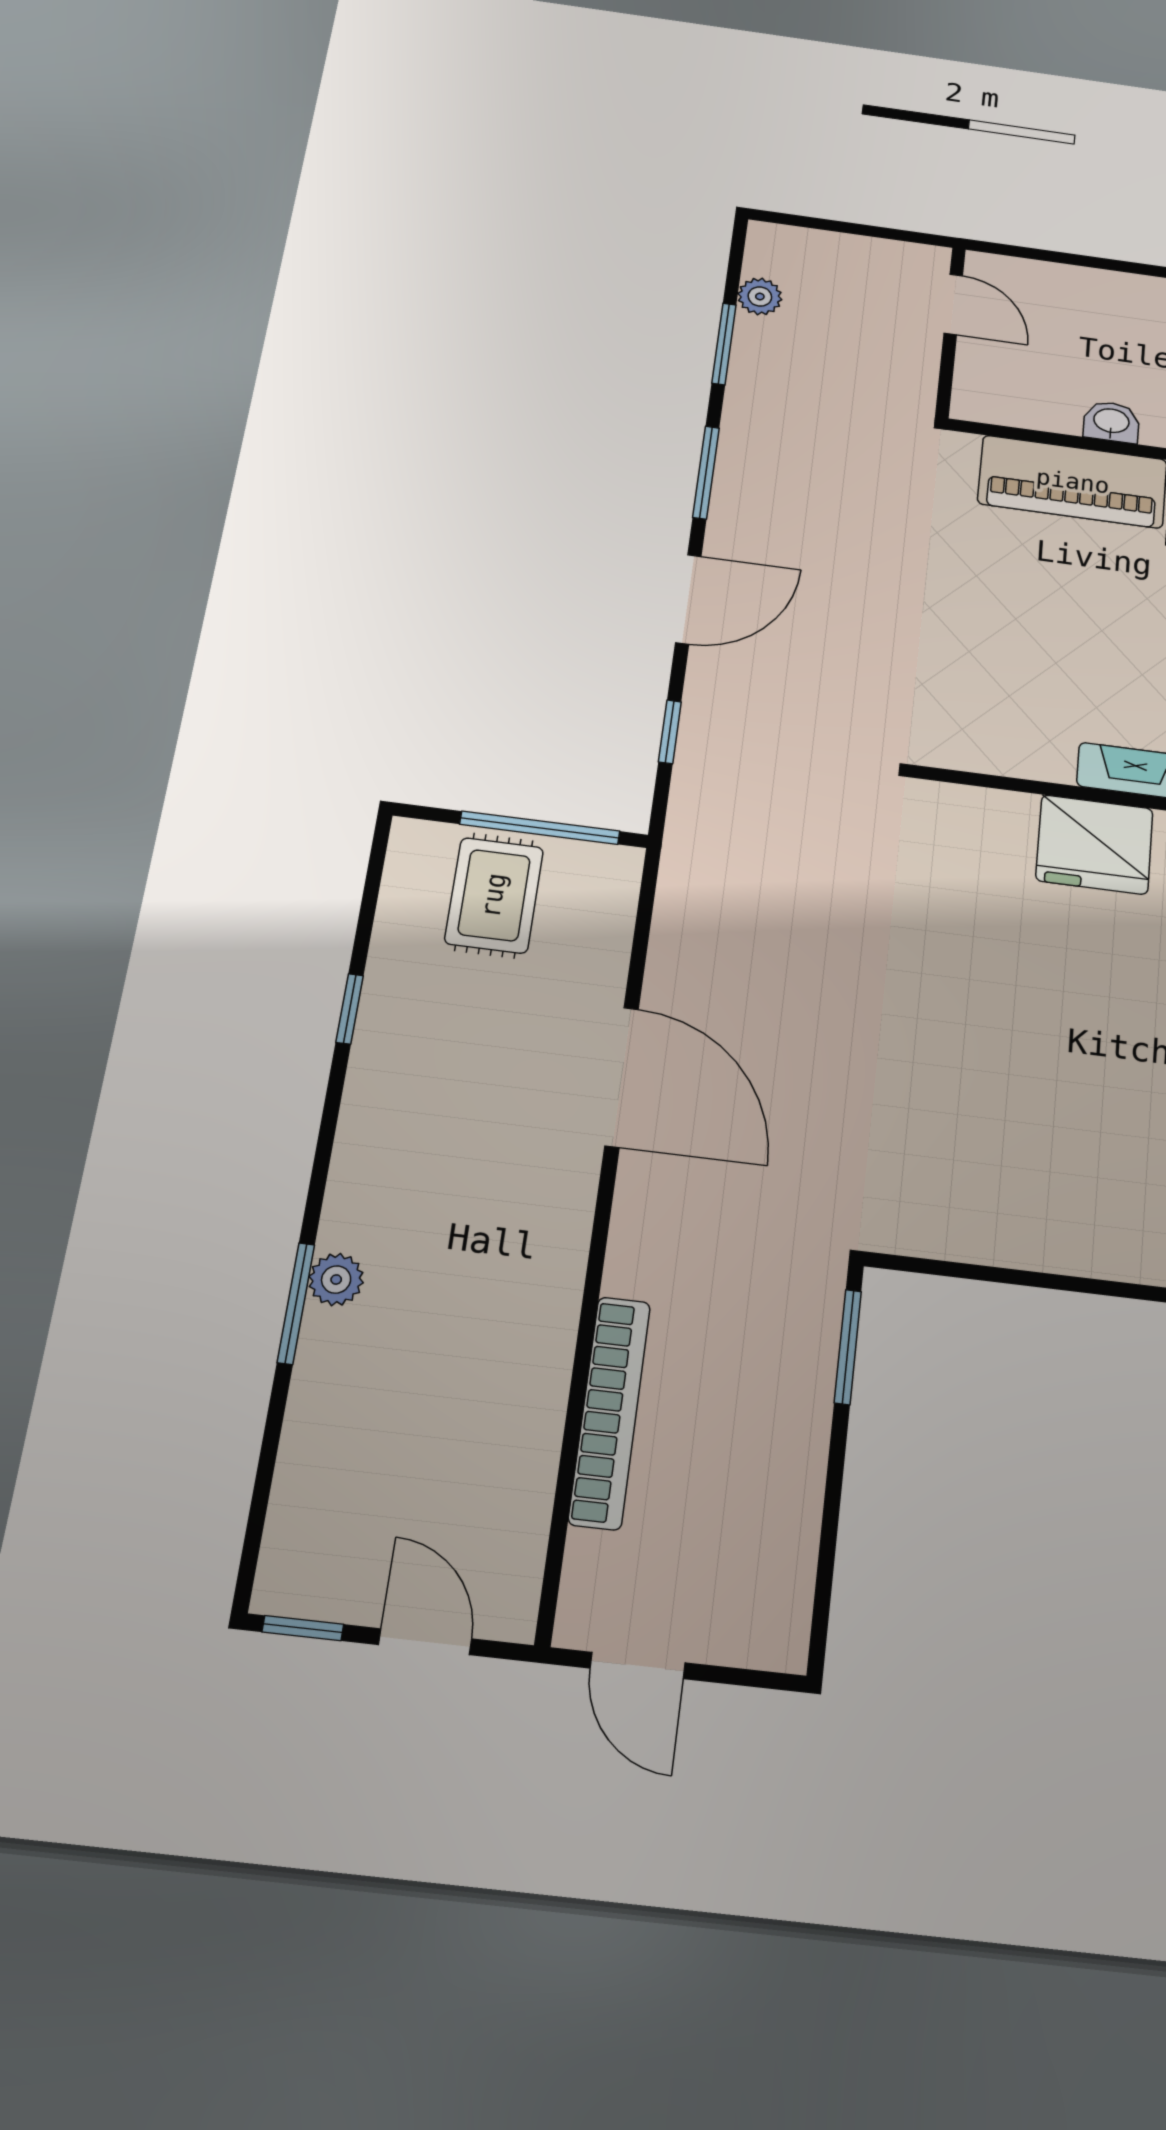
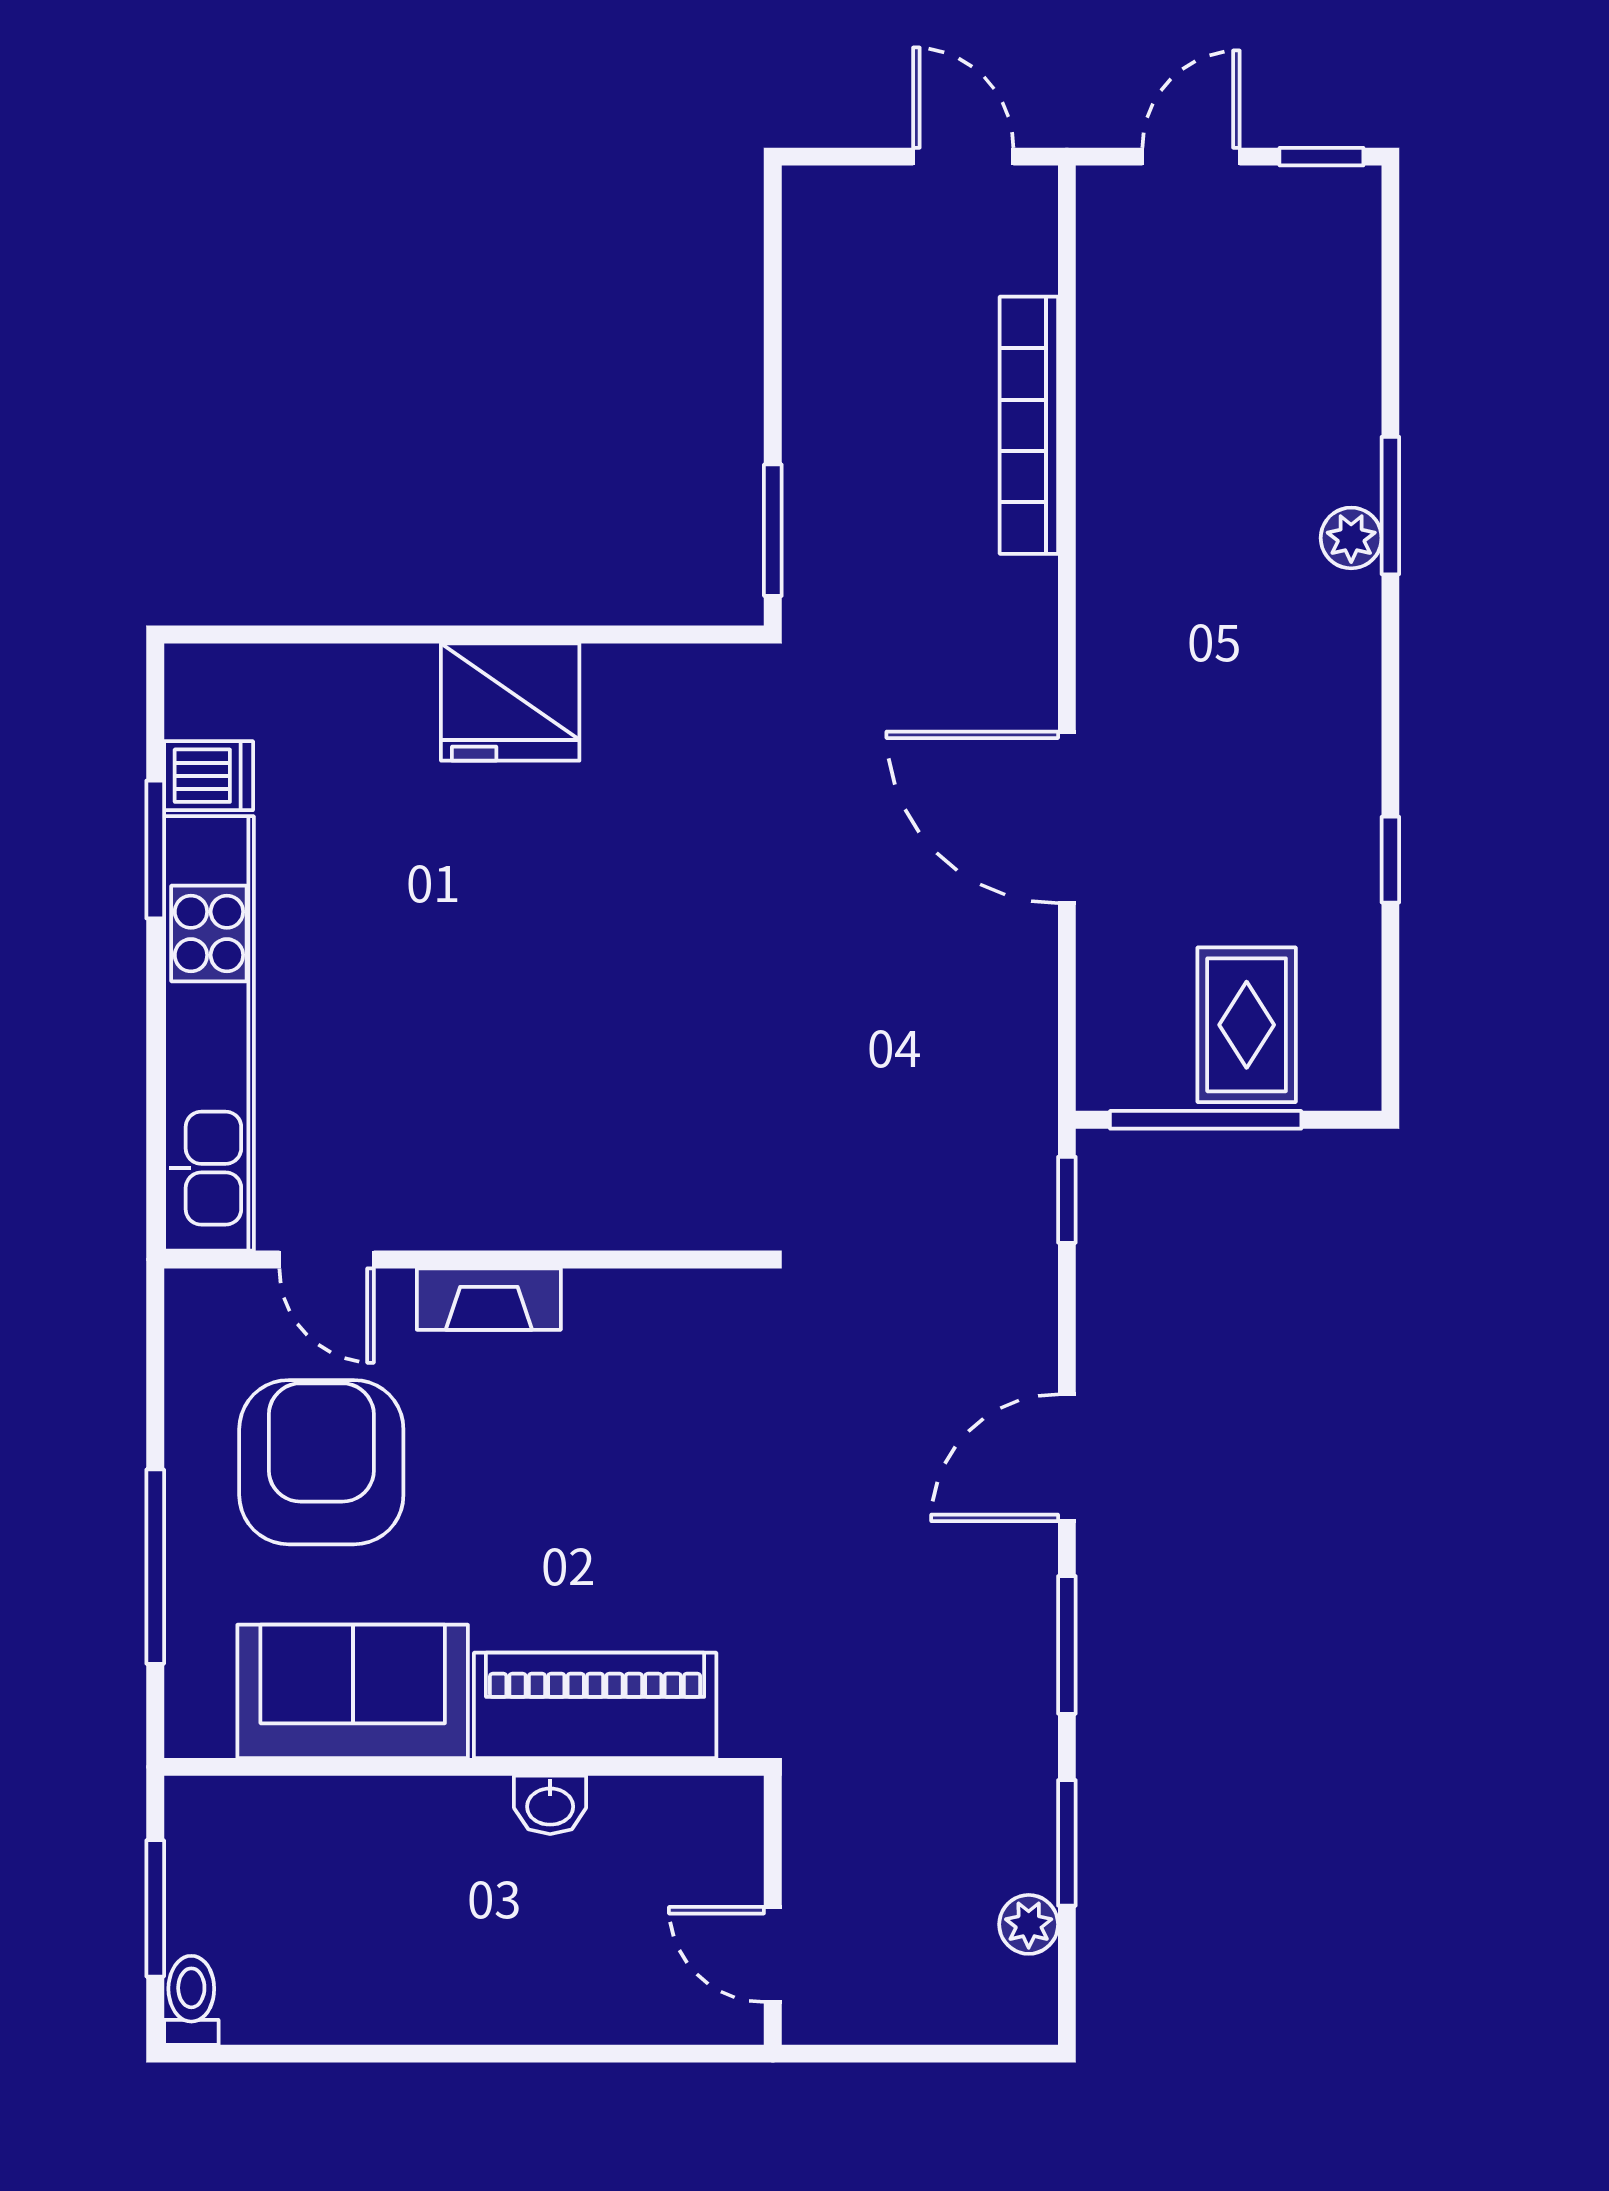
window: (670, 732) -> (1067, 1200), moved
fridge: (1095, 845) -> (510, 702), moved, turned 180
door: (425, 1642) -> (1191, 157), swing flipped

